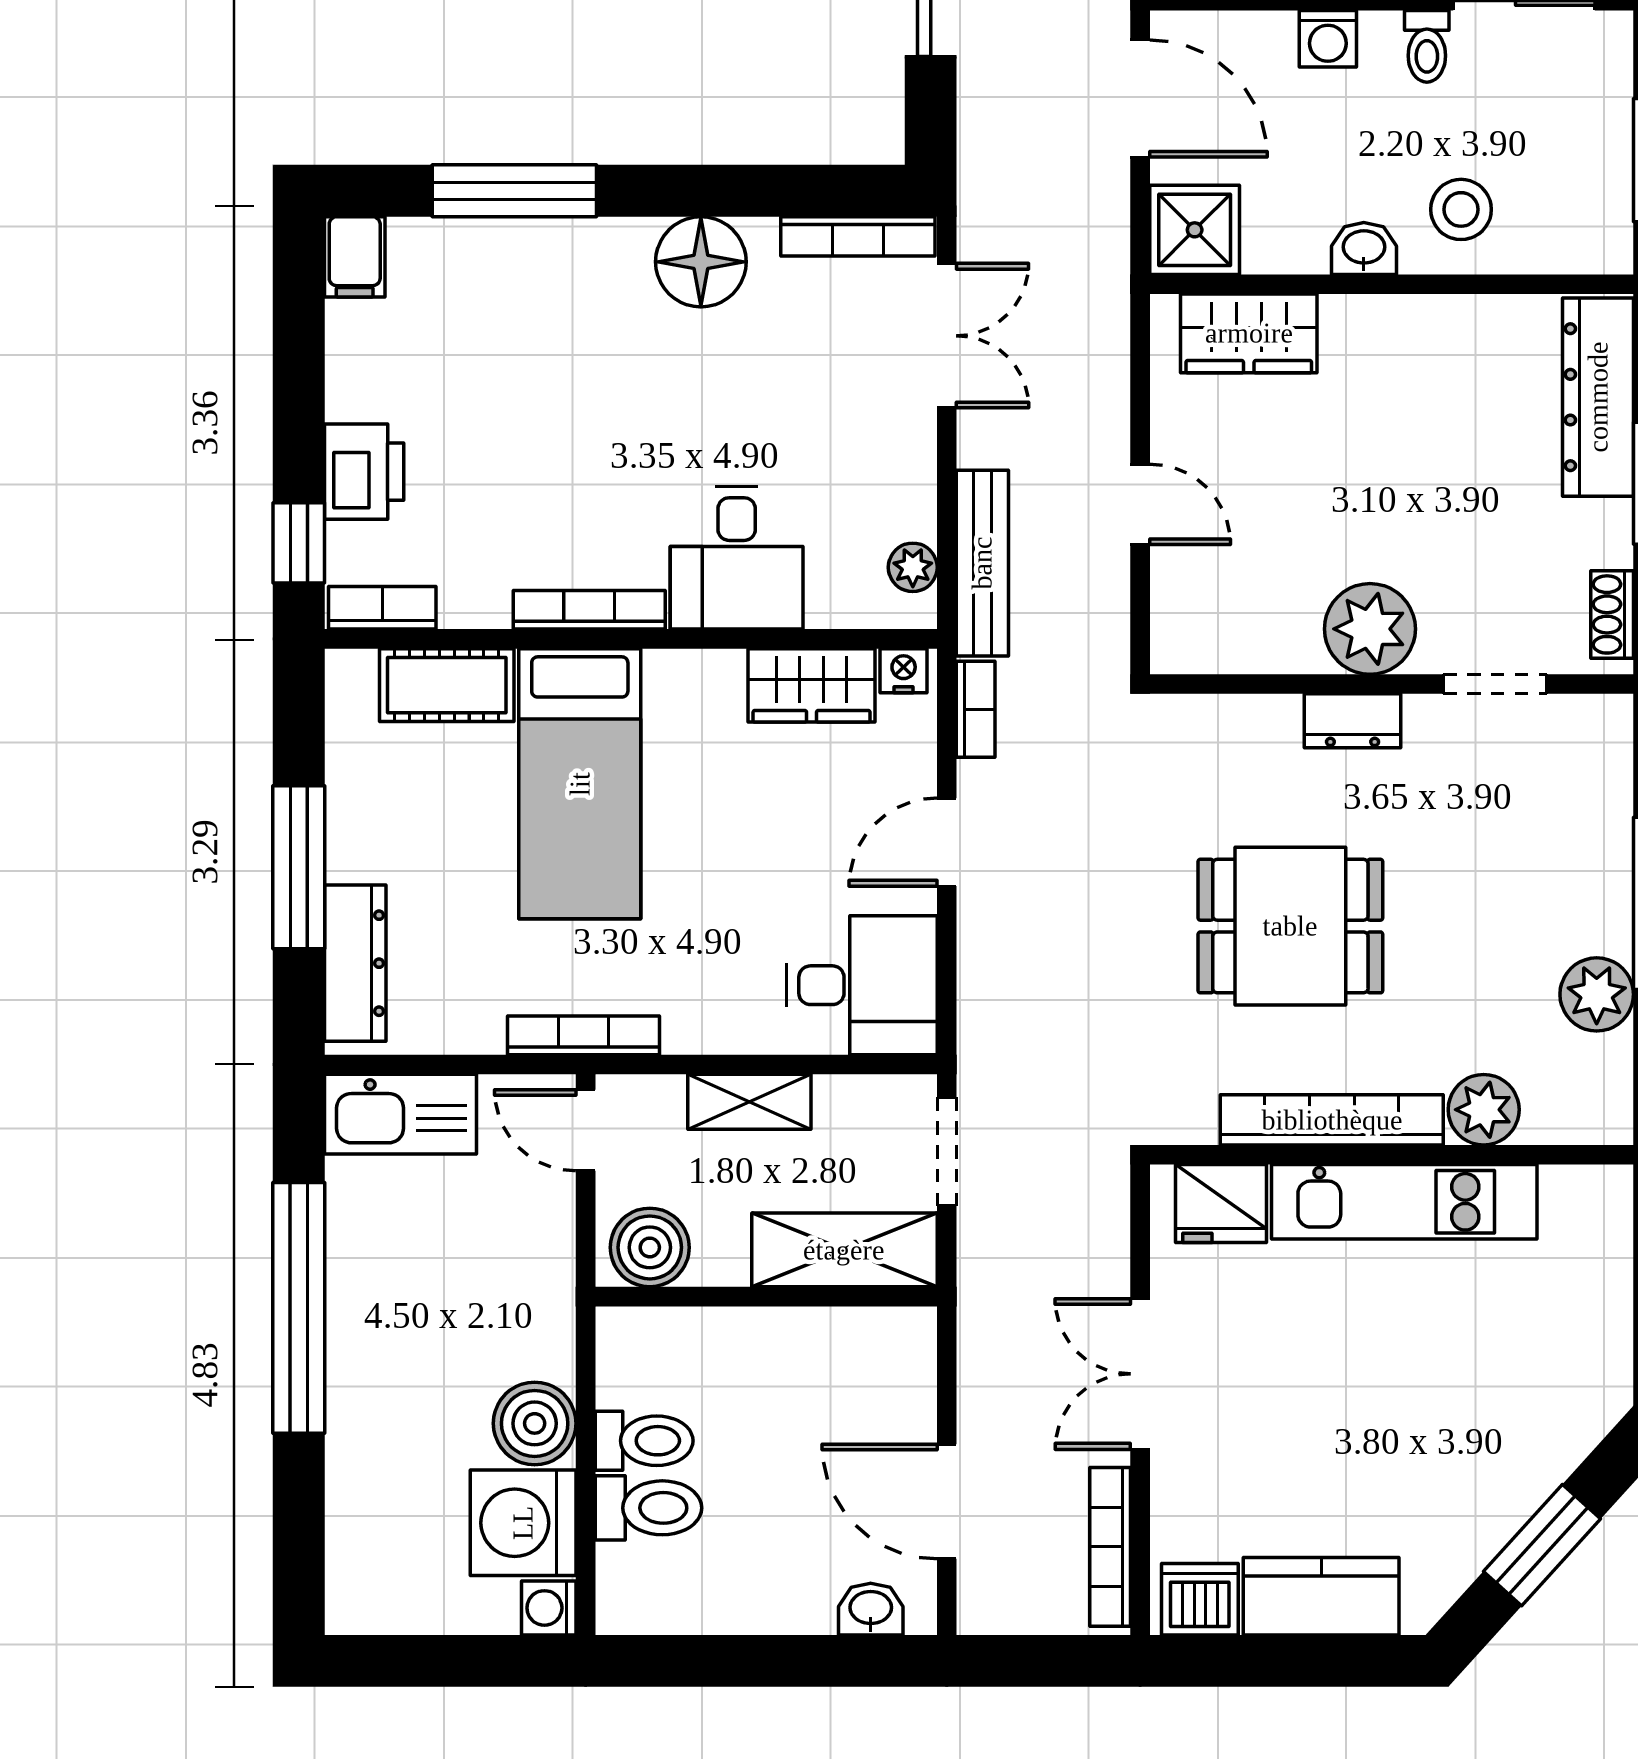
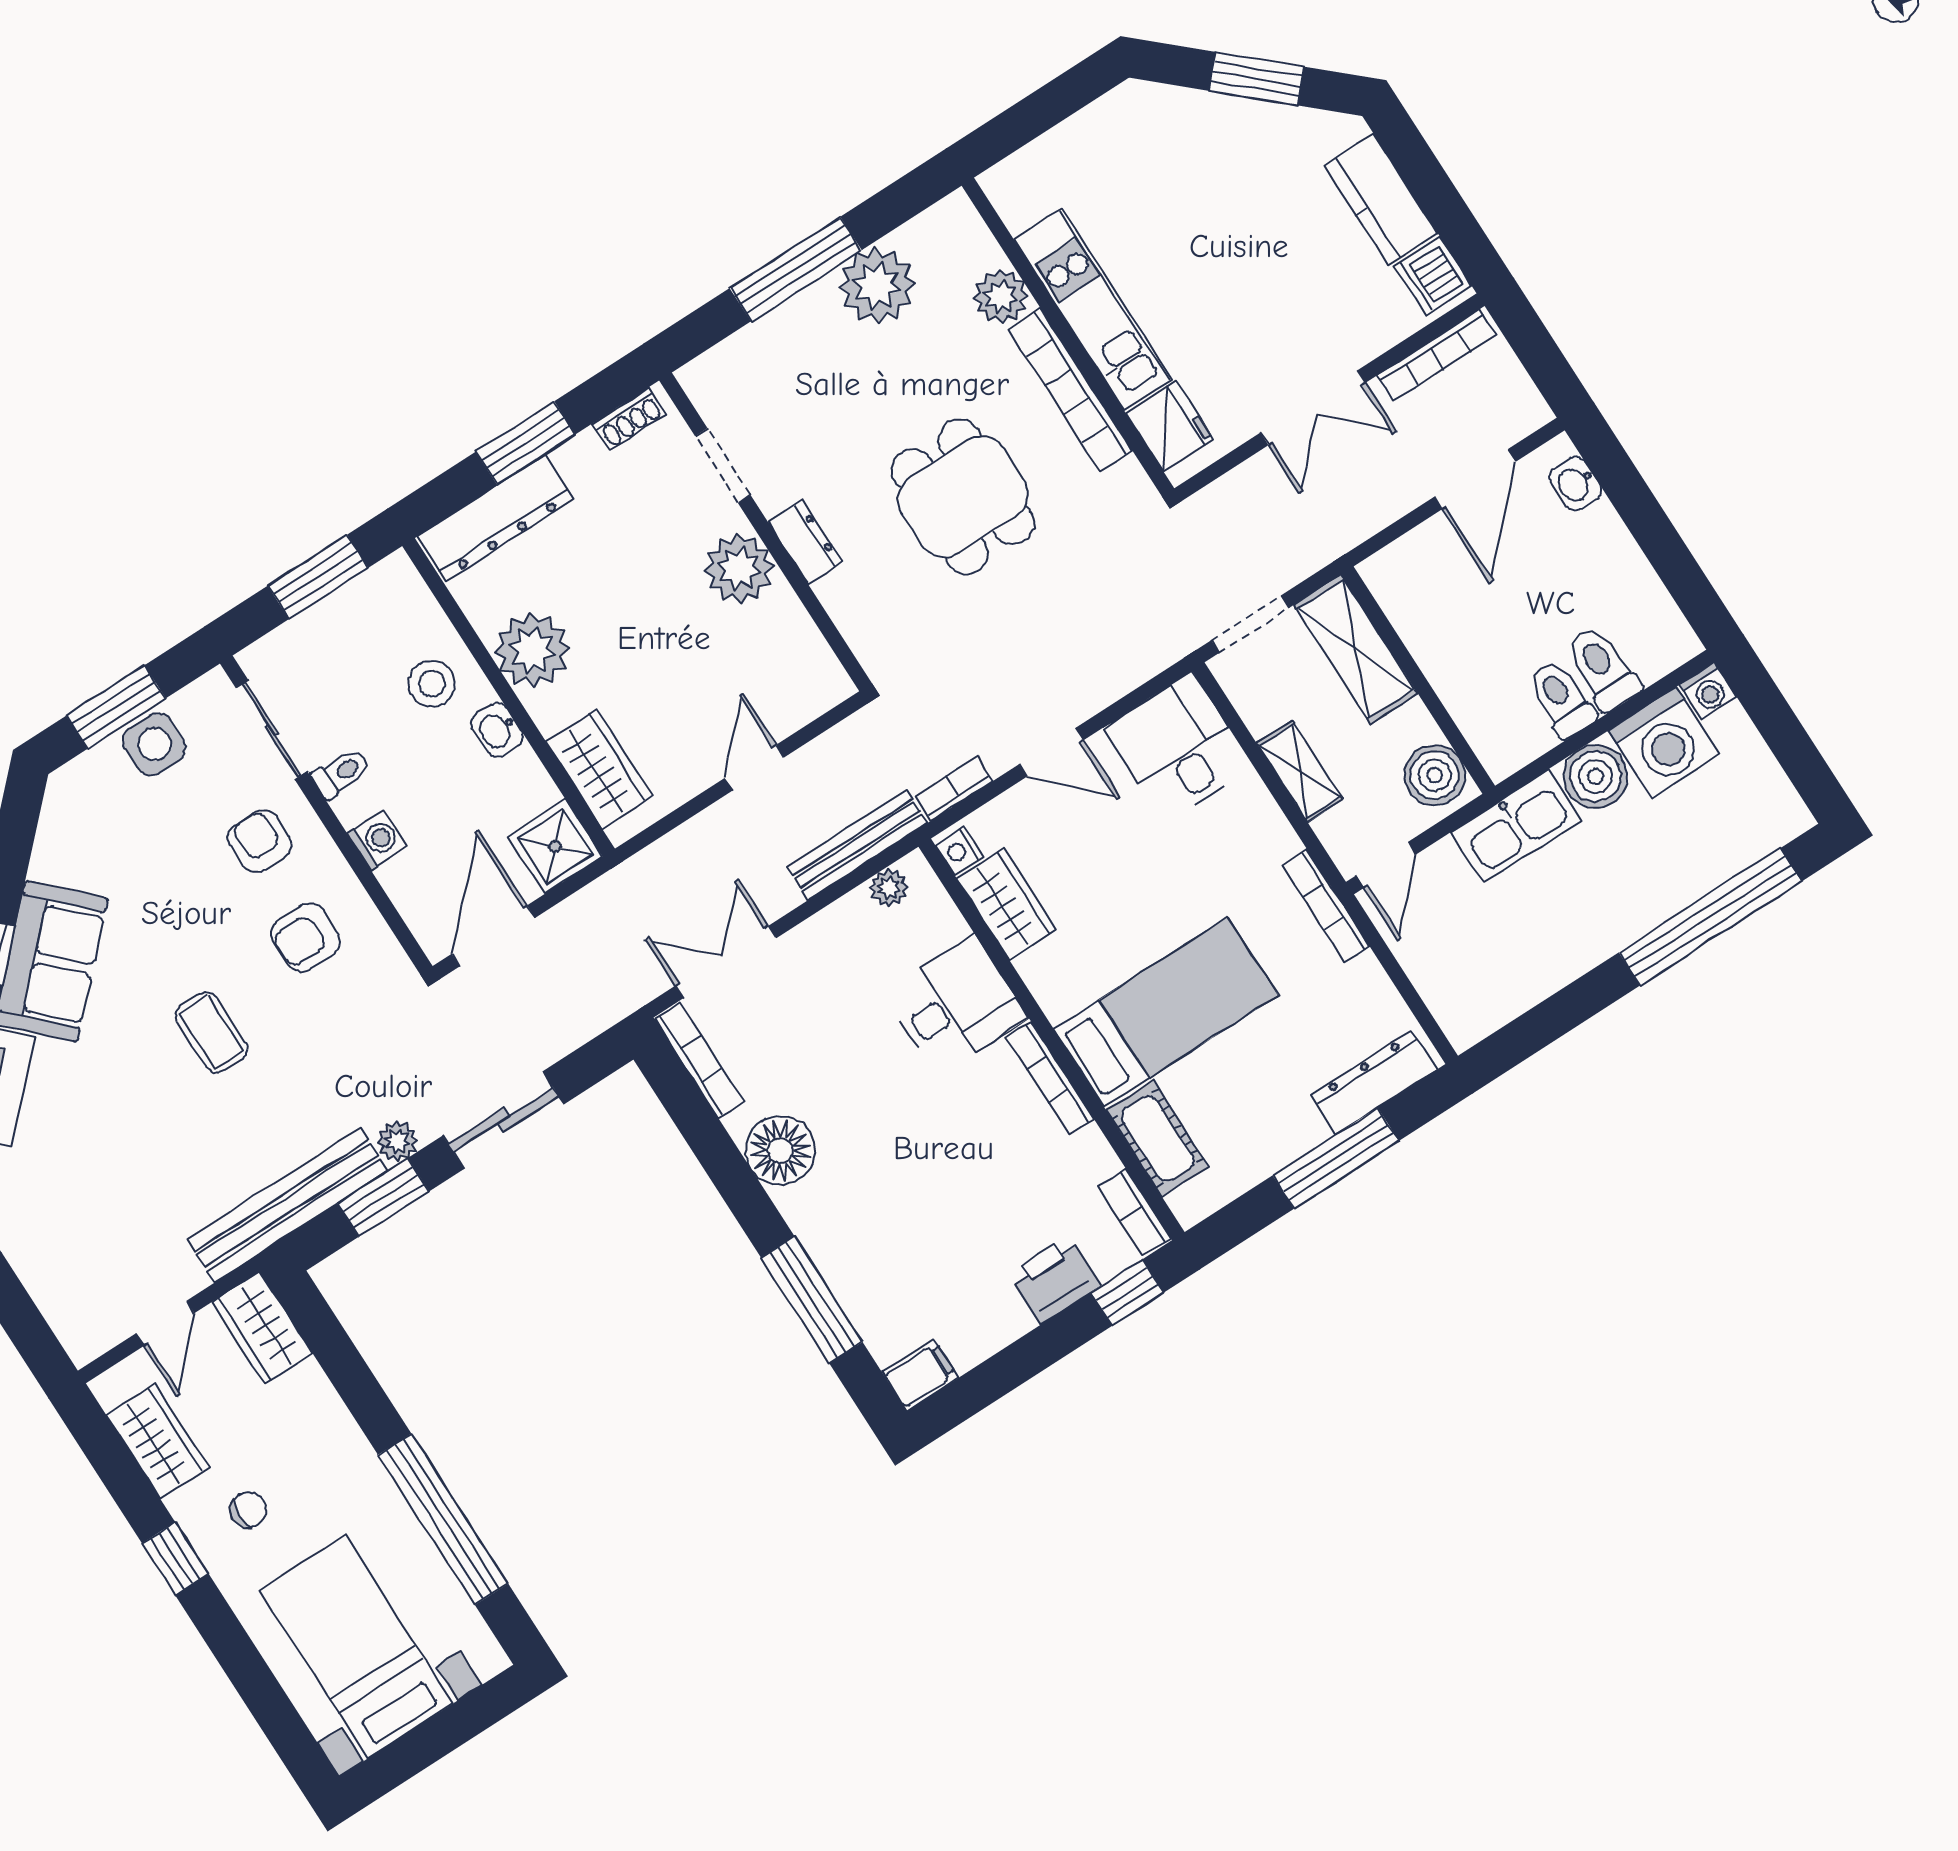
plant: (1427, 344) -> (532, 650), added
plant: (1597, 994) -> (877, 286), width x1.36, depth x1.36
kitchen sink: (400, 1114) -> (1516, 826), moved, turned 90
window: (299, 1308) -> (1710, 917), moved

